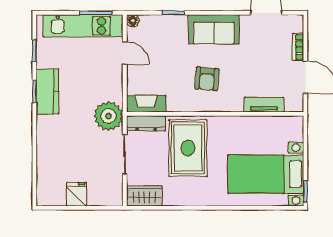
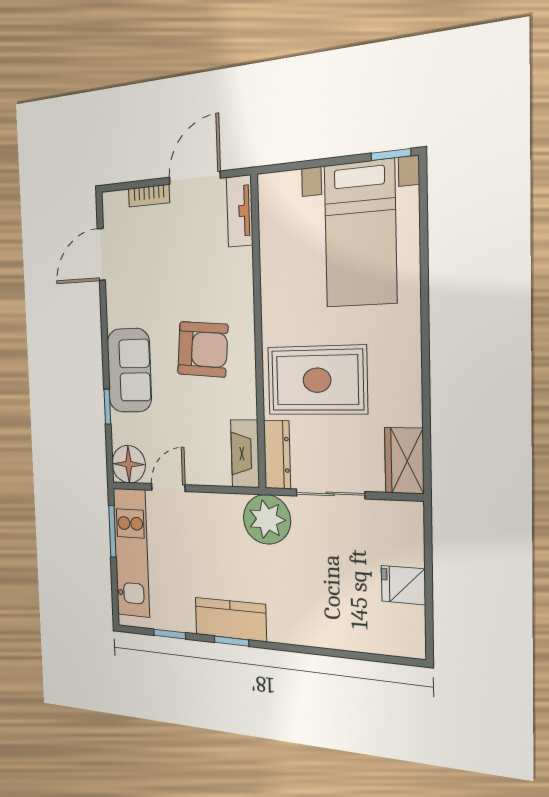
floor lamp: (133, 21) -> (129, 464), width x1.89, depth x1.89
sofa: (214, 29) -> (129, 370), moved
armchair: (207, 79) -> (203, 349), width x1.38, depth x1.38
tv unit: (264, 105) -> (240, 211), moved

